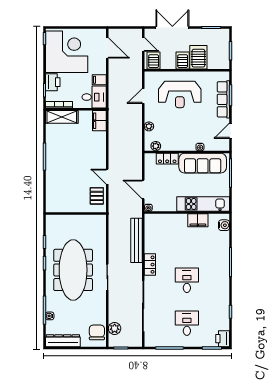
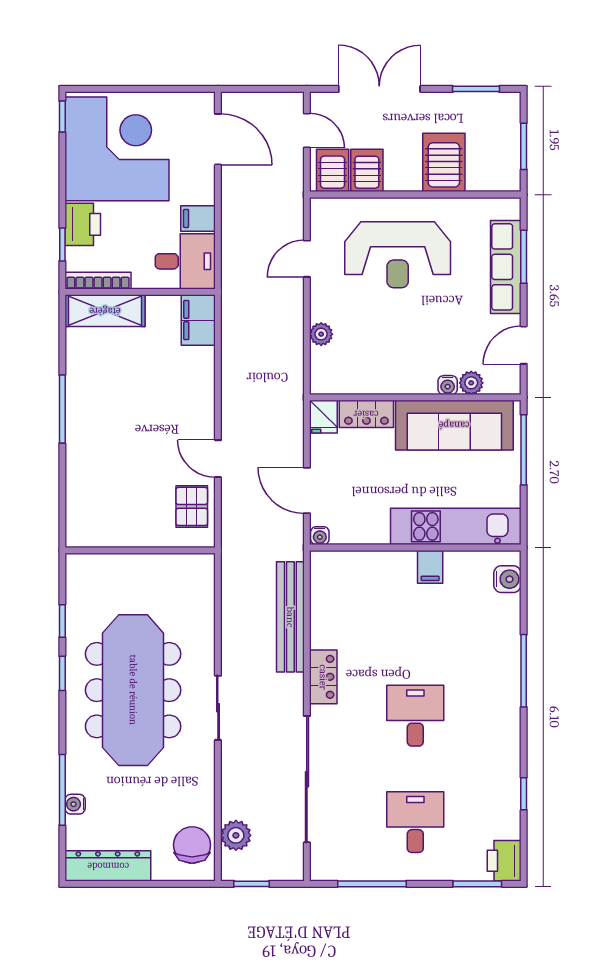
server rack: (183, 60) -> (367, 170), moved
plant: (156, 146) -> (471, 383), moved
fridge: (150, 160) -> (323, 417), added
filing cabinet: (198, 220) -> (430, 567), width x0.50

